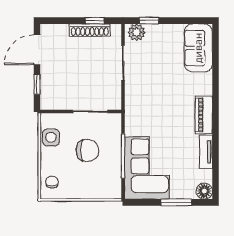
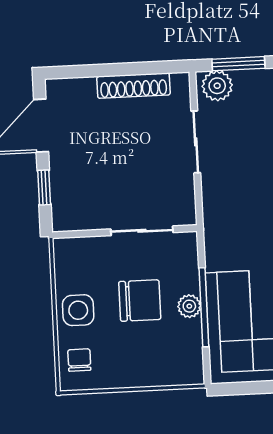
window: (95, 21) -> (141, 68), removed
window: (149, 21) -> (238, 64), width x1.50
side table: (51, 137) -> (78, 310), moved
plant: (115, 155) -> (189, 306), added

